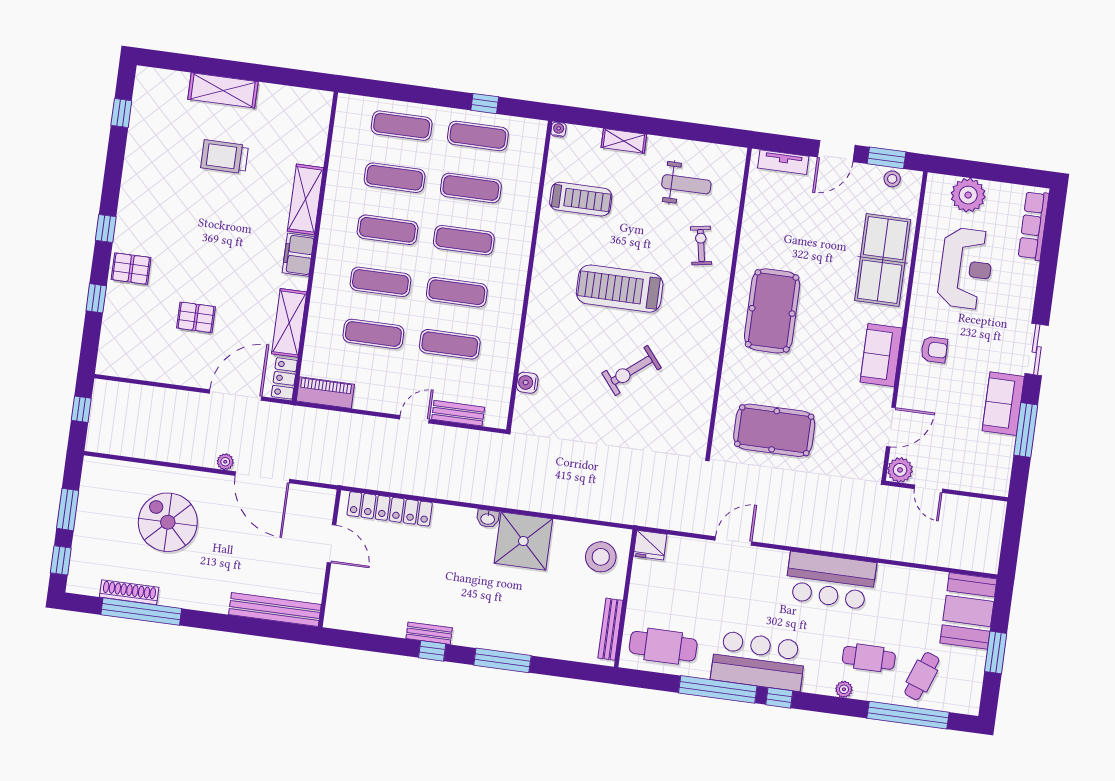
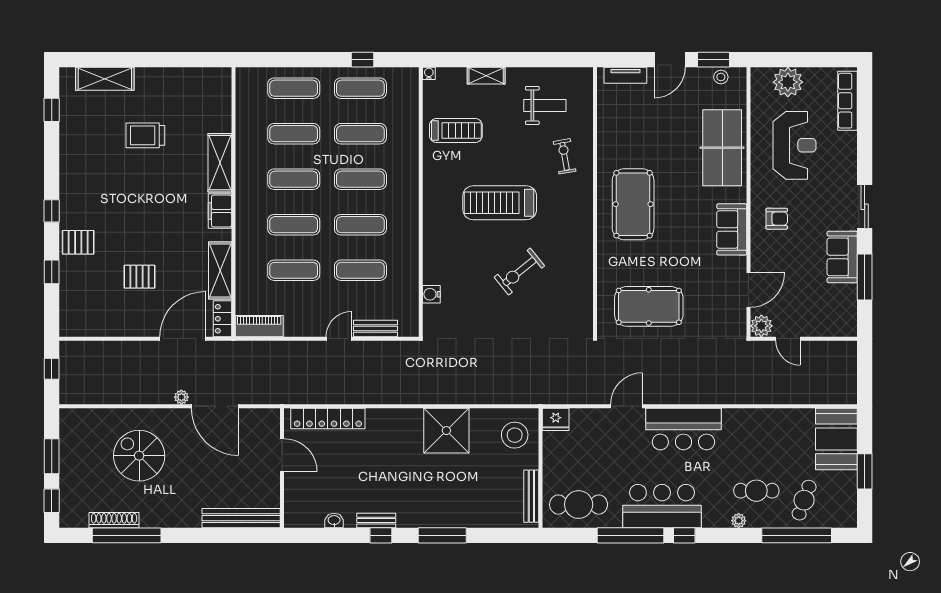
shelving: (223, 90) -> (105, 79), moved
washbasin: (488, 519) -> (334, 520), moved, turned 180
bar counter: (830, 581) -> (683, 429), moved

